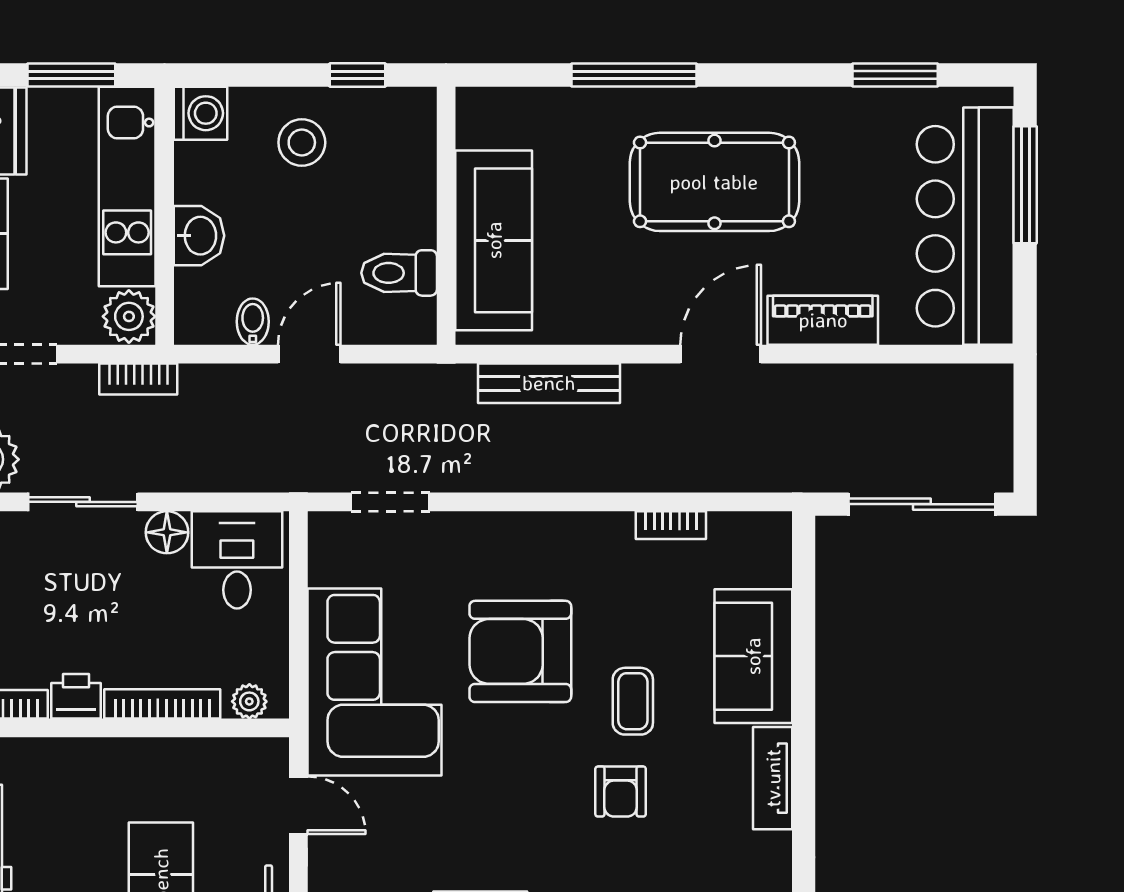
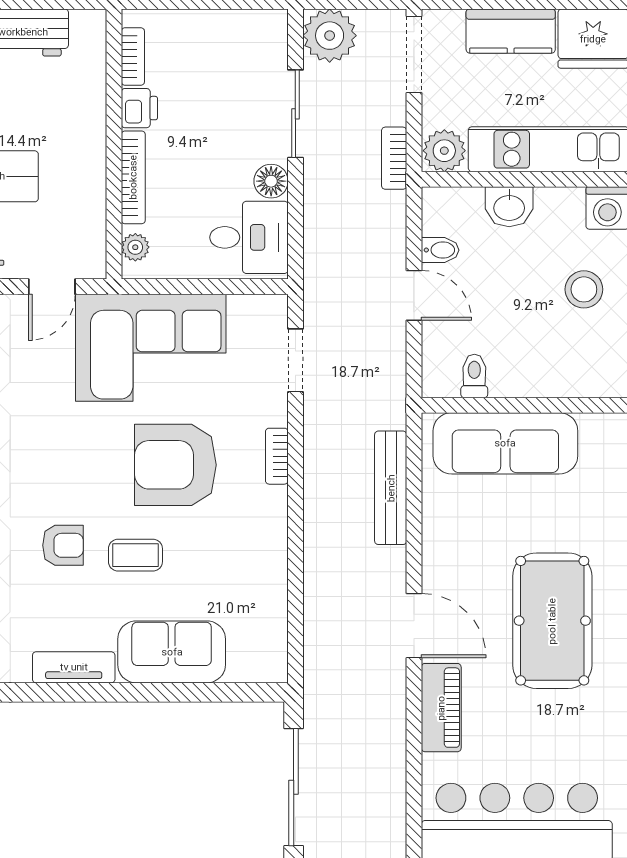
toilet: (399, 273) -> (474, 376), width x0.73, depth x0.72
bookcase: (671, 525) -> (277, 456), moved
armchair: (520, 651) -> (175, 465), turned -90
armchair: (621, 792) -> (63, 545), turned 180

